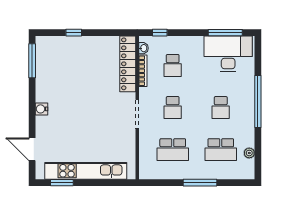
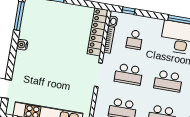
school desk: (173, 108) -> (129, 74), width x1.85
school desk: (221, 108) -> (168, 81), width x1.85
water cooler: (41, 109) -> (22, 45), moved

